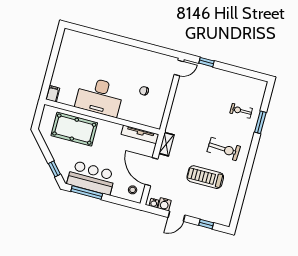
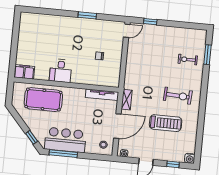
window: (138, 44) -> (87, 15), added
filing cabinet: (53, 94) -> (24, 72), width x2.00
desk: (100, 97) -> (61, 71), width x0.53, depth x0.77
window: (260, 122) -> (208, 55), moved
door: (151, 172) -> (117, 126), swing flipped
treadmill: (205, 177) -> (166, 123), turned 180
water cooler: (164, 204) -> (190, 158), moved

